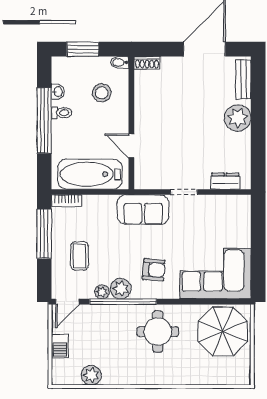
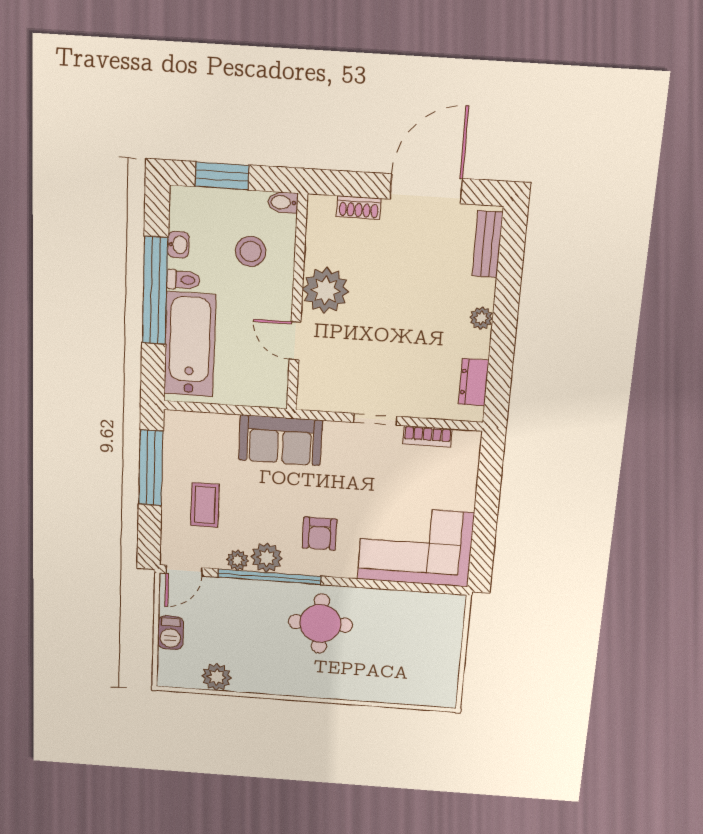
shoe rack: (147, 63) -> (359, 207), moved
plant: (148, 113) -> (326, 290), added
plant: (238, 118) -> (481, 318), width x0.53, depth x0.53
bathtub: (90, 174) -> (190, 344), moved, turned 90
dresser: (225, 181) -> (474, 382), moved, turned -90
bookcase: (66, 201) -> (427, 436), moved
sofa: (143, 210) -> (280, 440), moved
armchair: (154, 270) -> (320, 534), turned 85
parasol: (223, 331) -> (420, 630), removed

